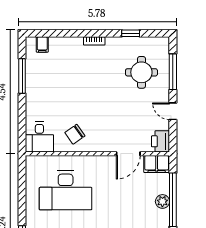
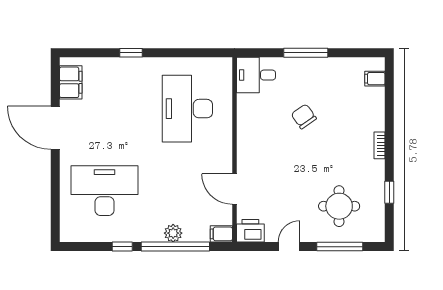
window: (22, 76) -> (306, 53), moved
chair: (75, 134) -> (304, 116), moved
filing cabinet: (157, 164) -> (221, 234), width x0.50

